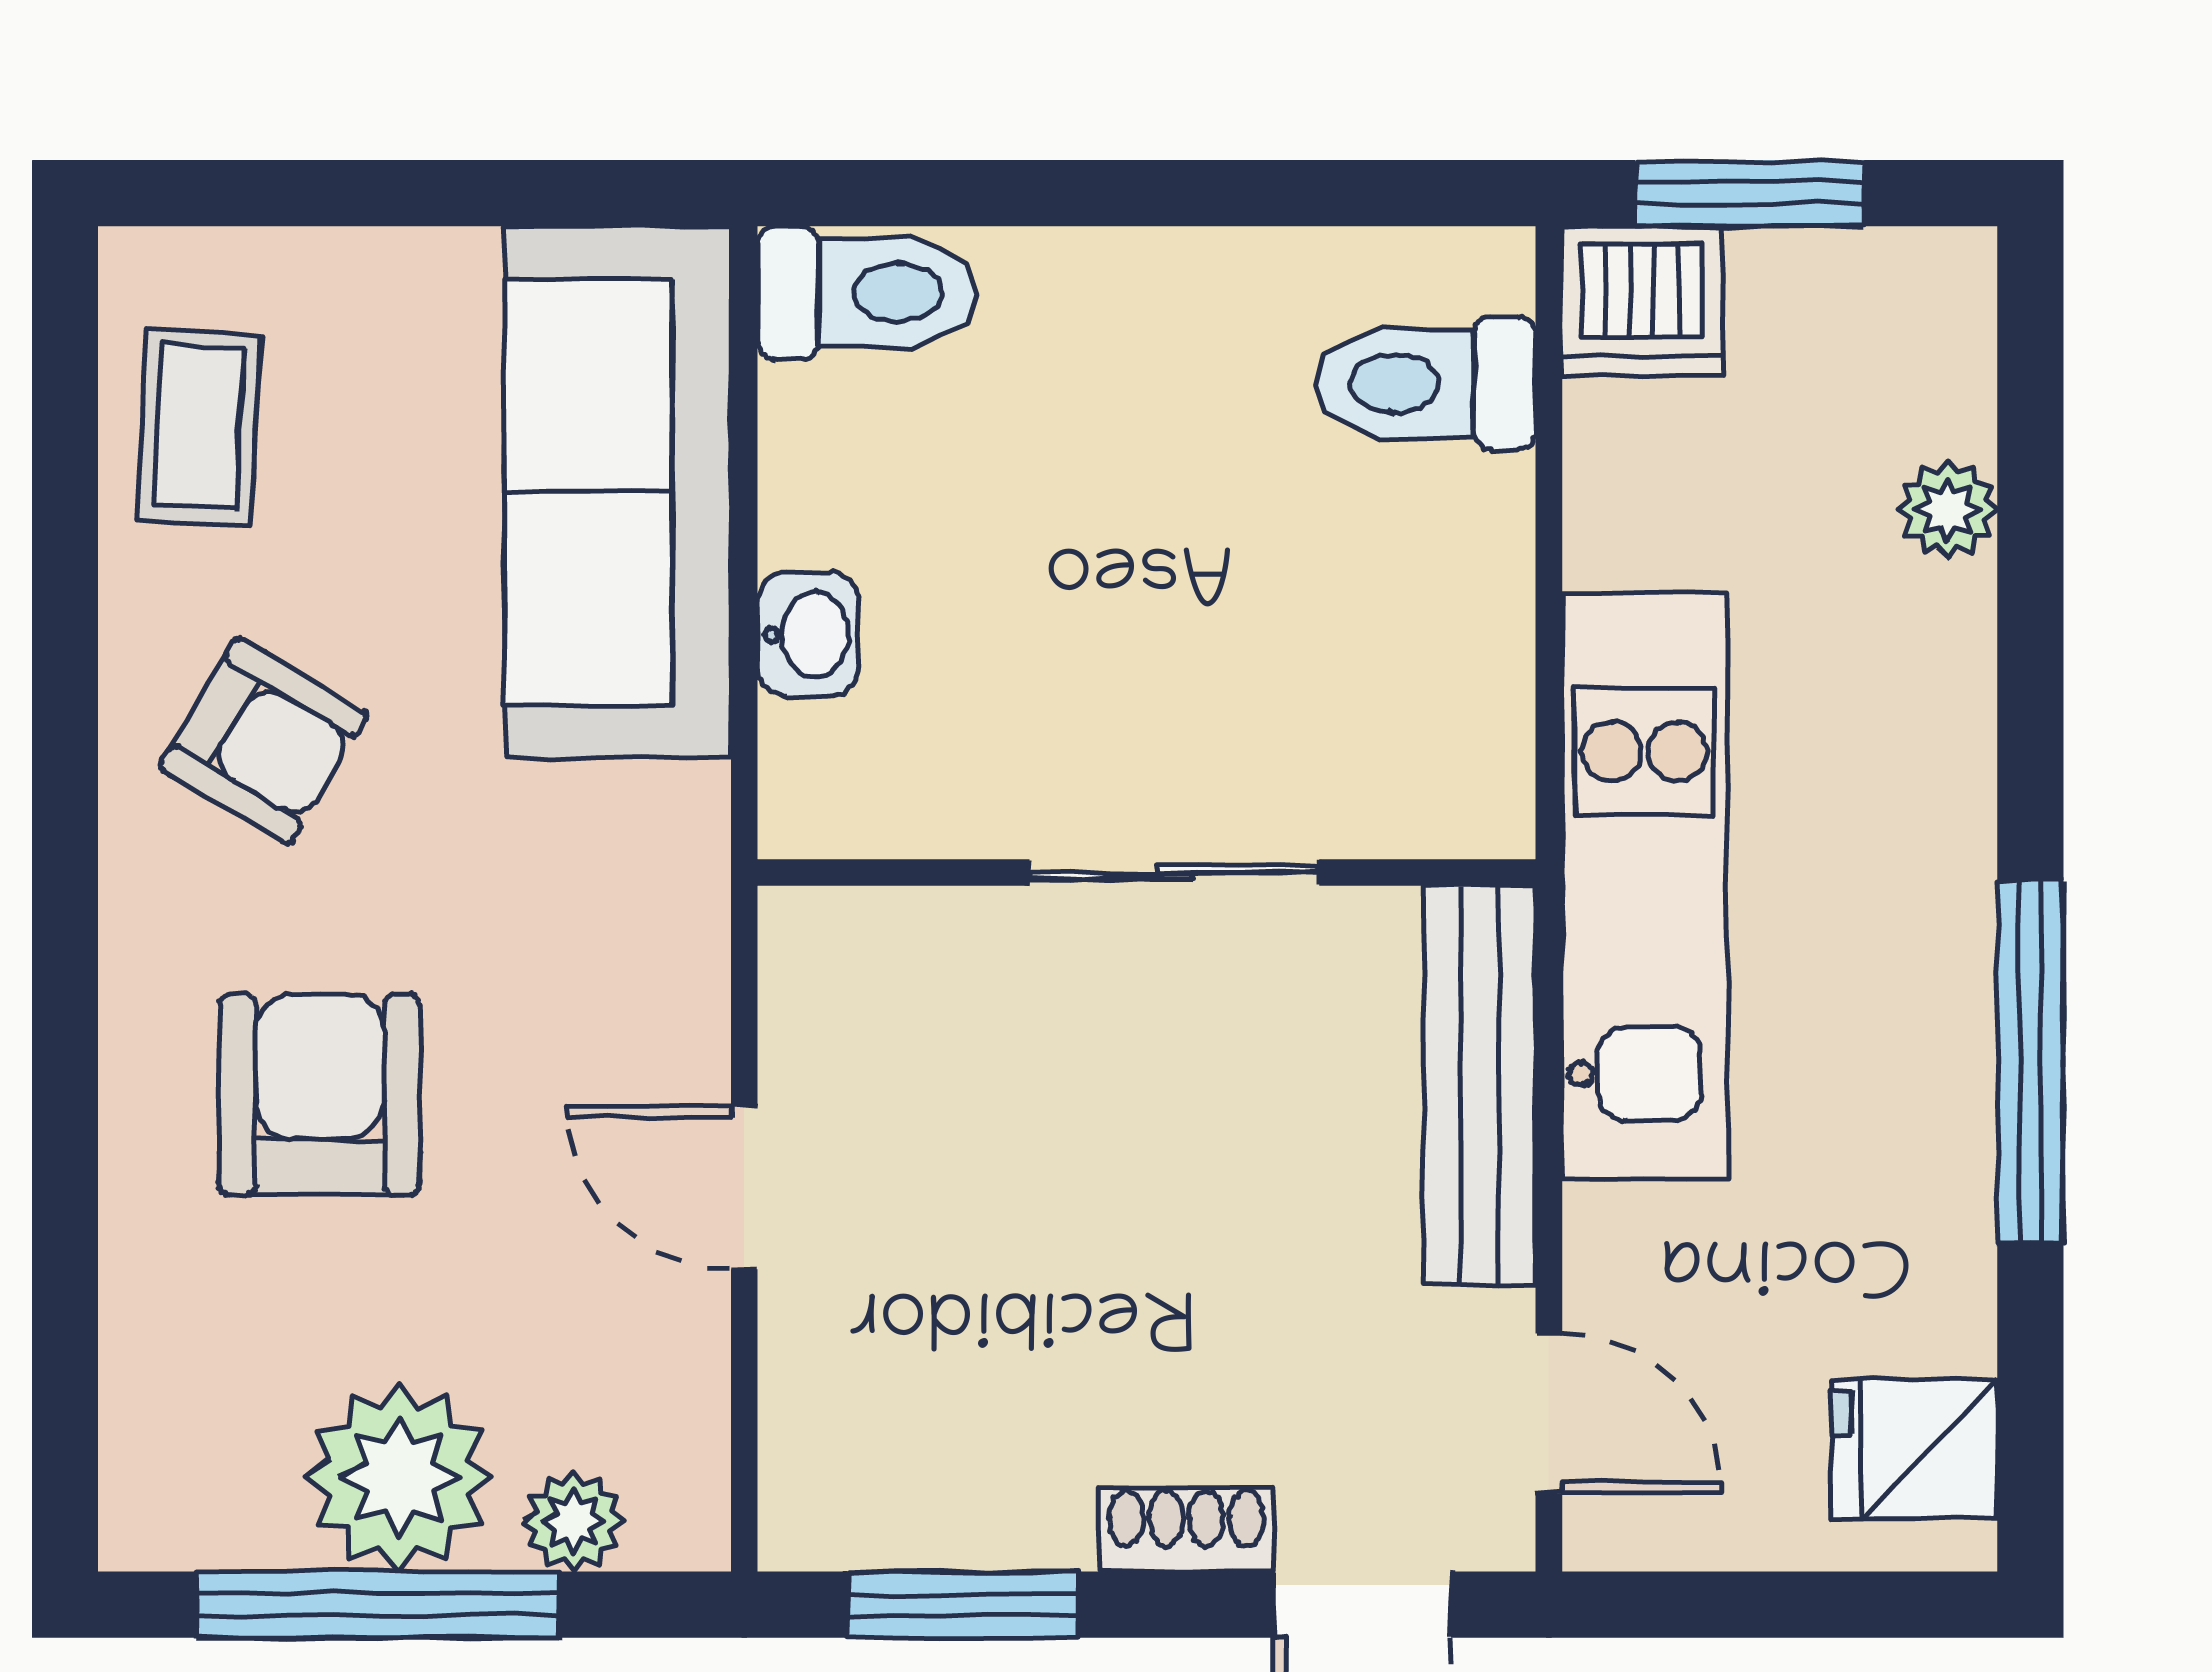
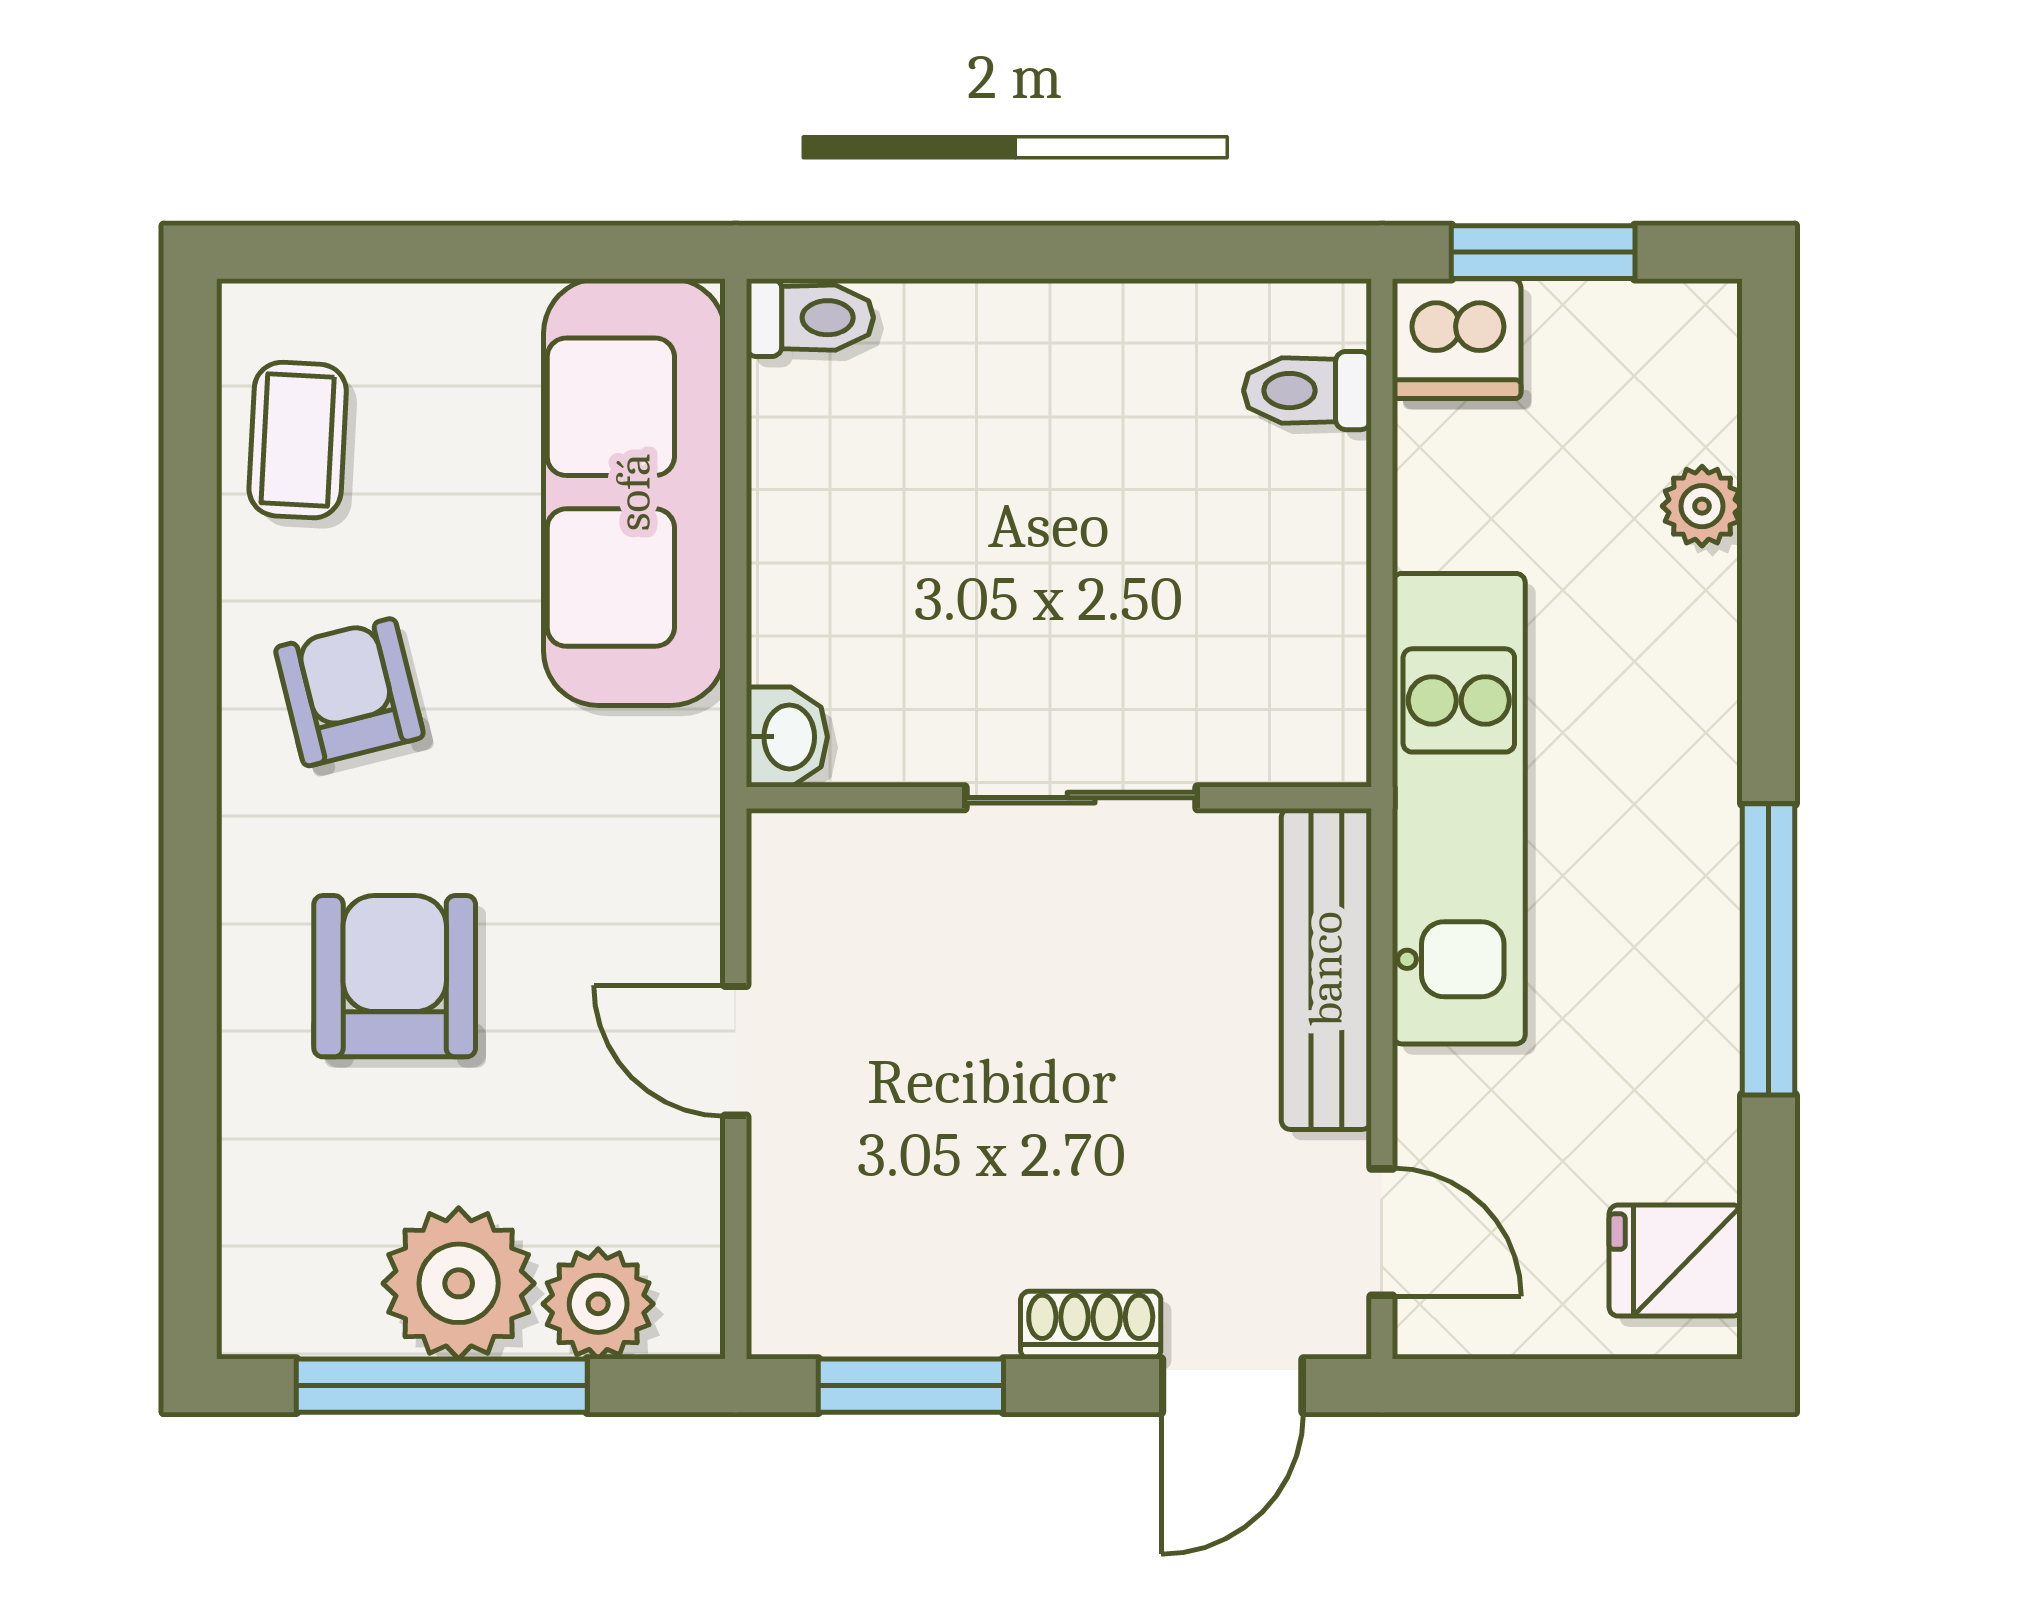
toilet: (867, 293) -> (810, 318), width x0.73, depth x0.72
toilet: (1425, 384) -> (1307, 391), width x0.73, depth x0.72
washbasin: (808, 635) -> (787, 737), moved
armchair: (263, 741) -> (349, 692), turned -135
plant: (573, 1521) -> (598, 1304), width x1.38, depth x1.38

